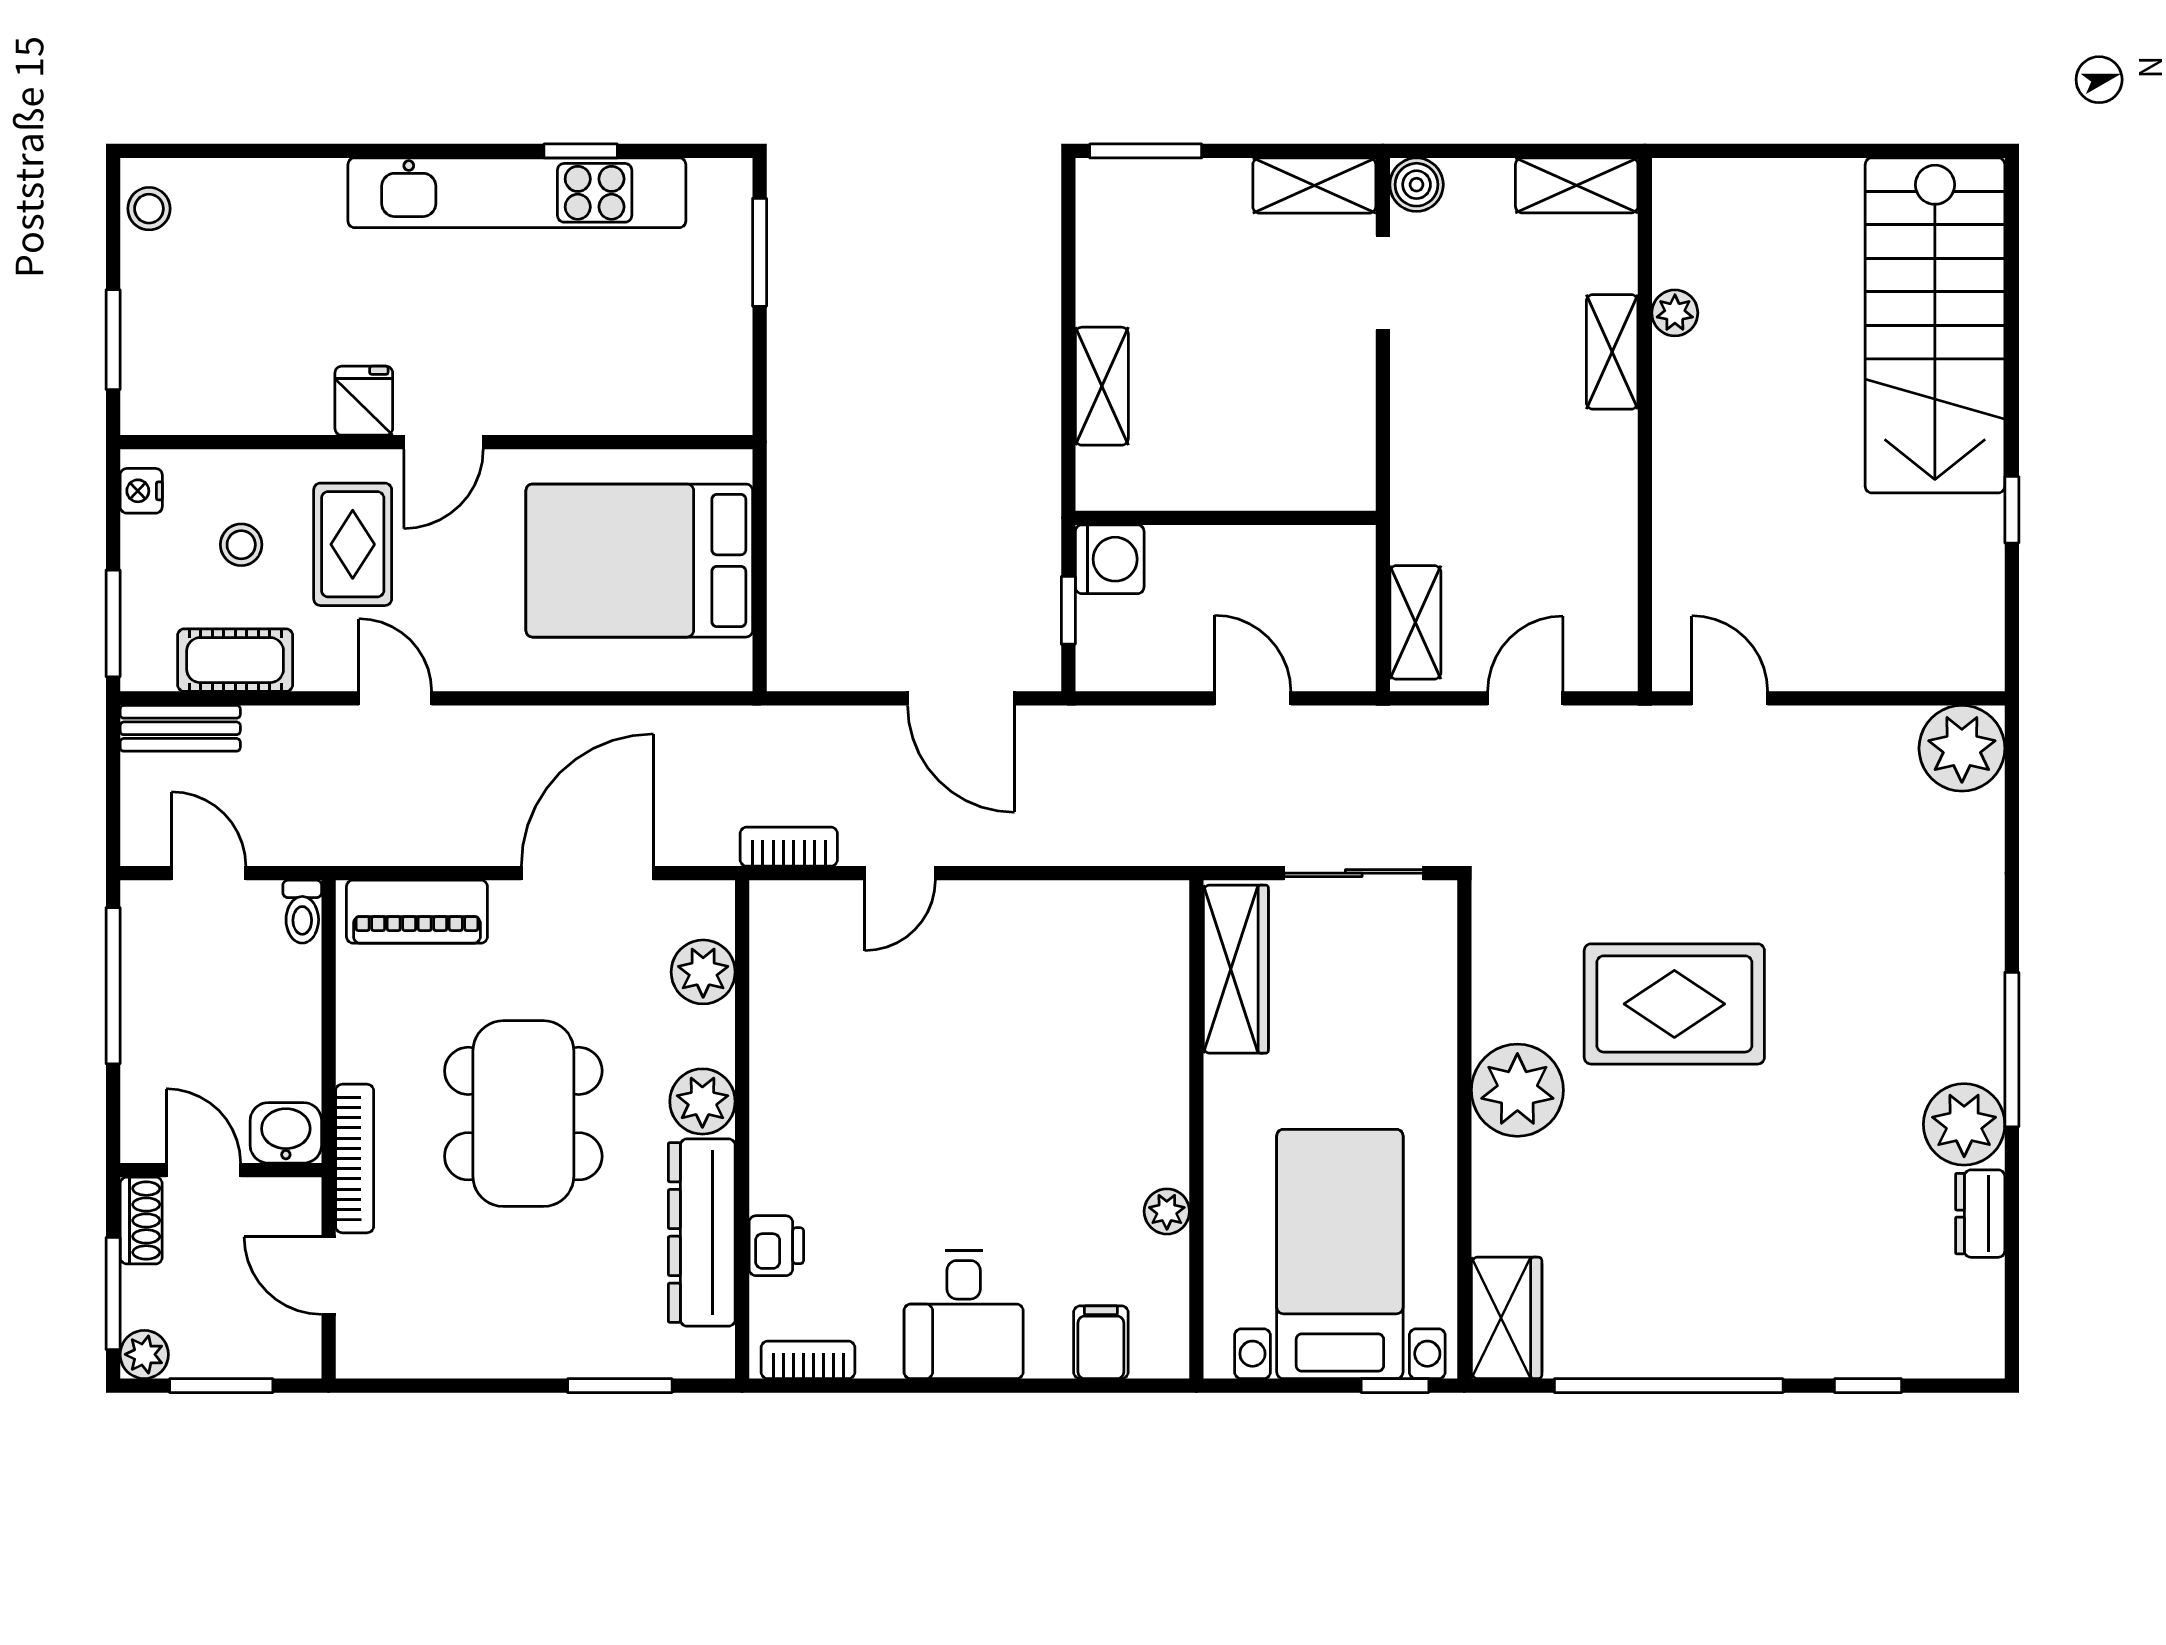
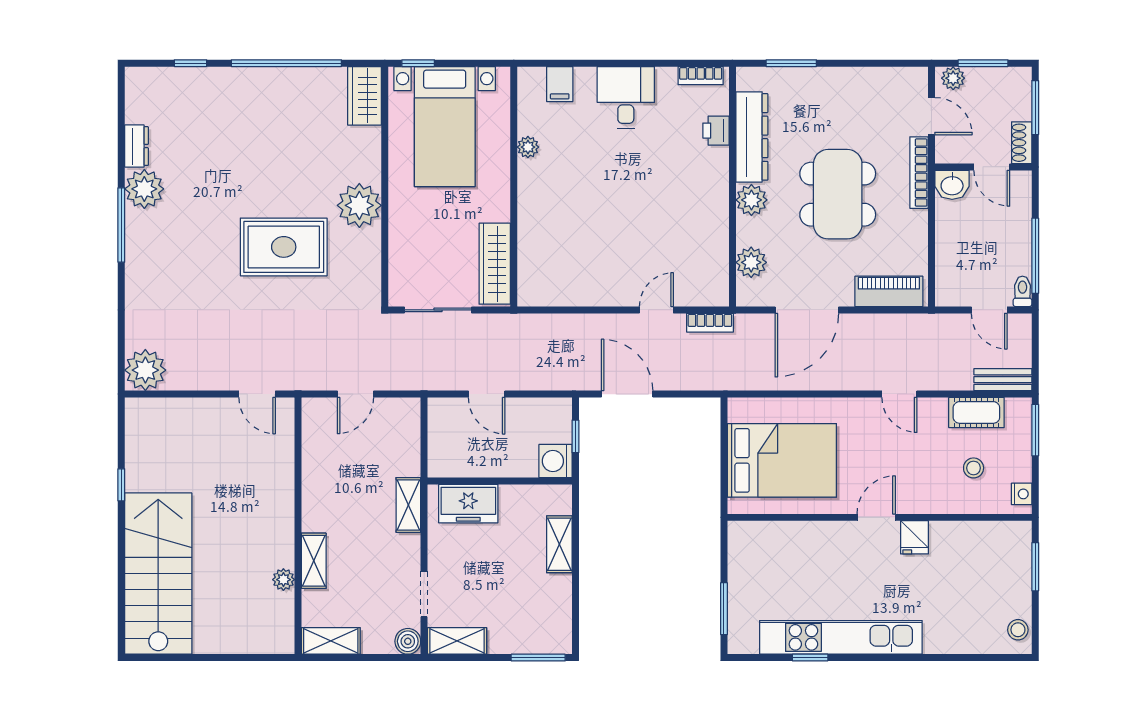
freezer: (1291, 471) -> (468, 504), added
rug: (353, 544) -> (920, 468), removed
shelving: (1415, 622) -> (408, 505), moved
toilet: (302, 912) -> (1022, 291), moved
plant: (144, 1354) -> (953, 78), moved

